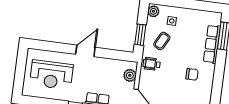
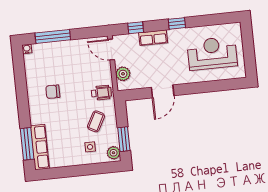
window: (140, 35) -> (124, 139), moved
row of seats: (212, 44) -> (40, 147), moved
door: (85, 51) -> (163, 91), moved

